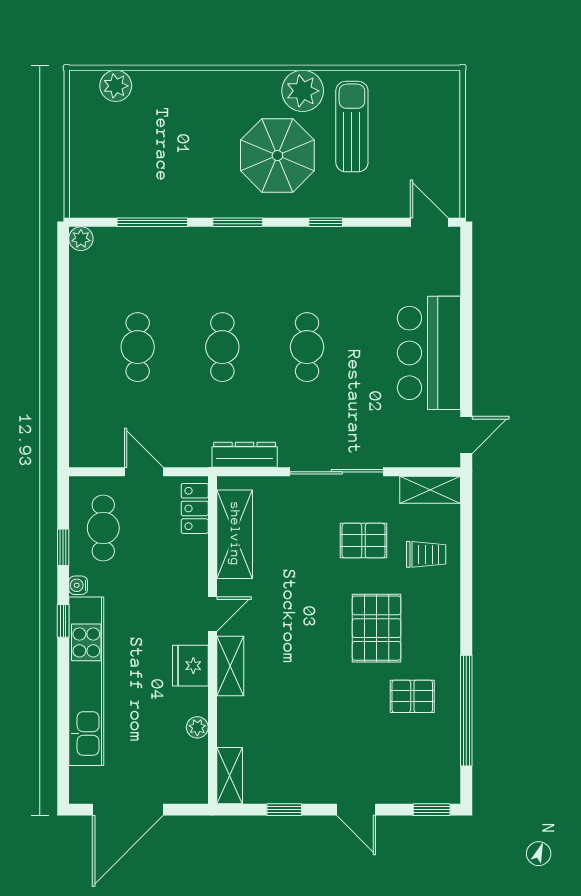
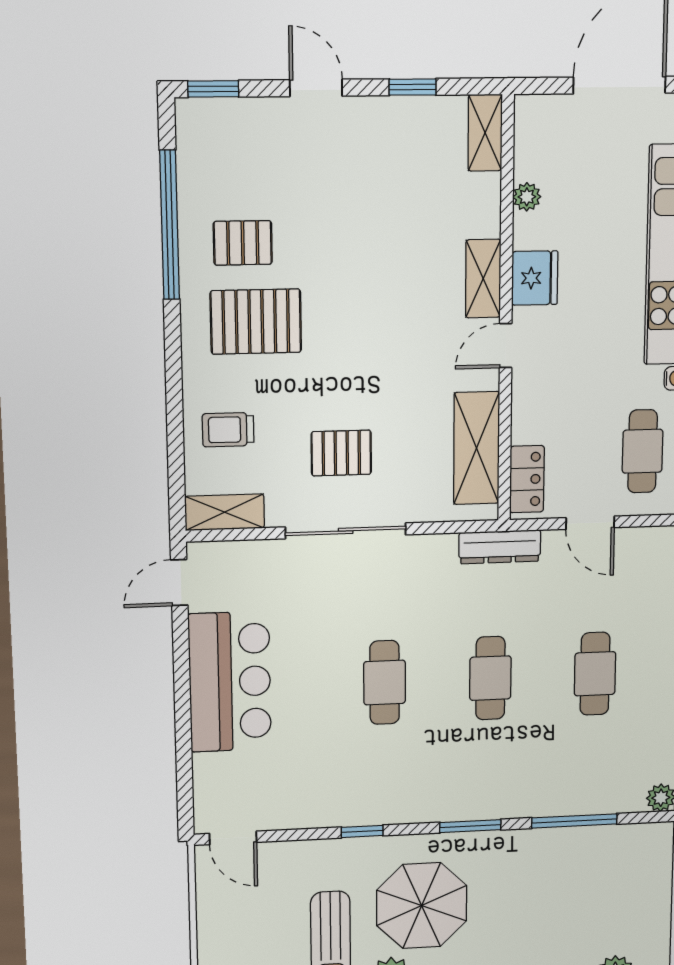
dresser: (245, 455) -> (500, 547), moved
pallet: (364, 541) -> (341, 453), moved
pallet: (377, 628) -> (256, 322), moved, turned 90

